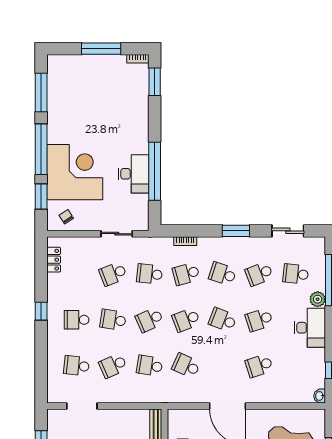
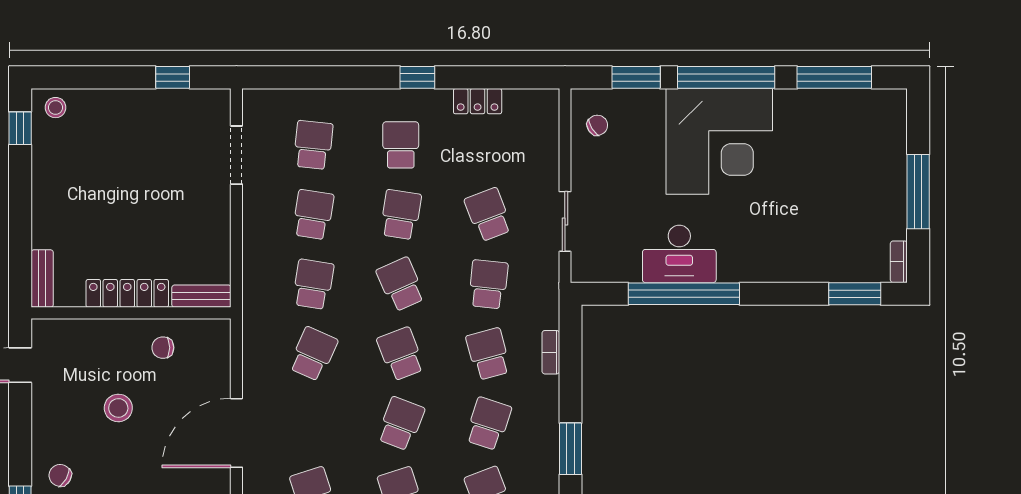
corner desk: (75, 172) -> (719, 141), moved
locker: (54, 260) -> (478, 101), moved
school desk: (113, 366) -> (313, 215), turned 33

